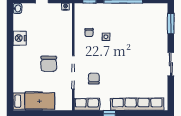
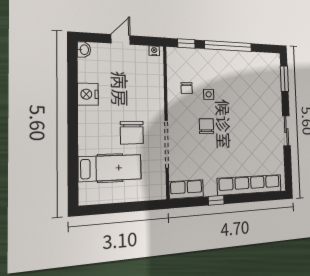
chair: (94, 79) -> (206, 126), moved
hospital bed: (34, 101) -> (110, 168), moved

